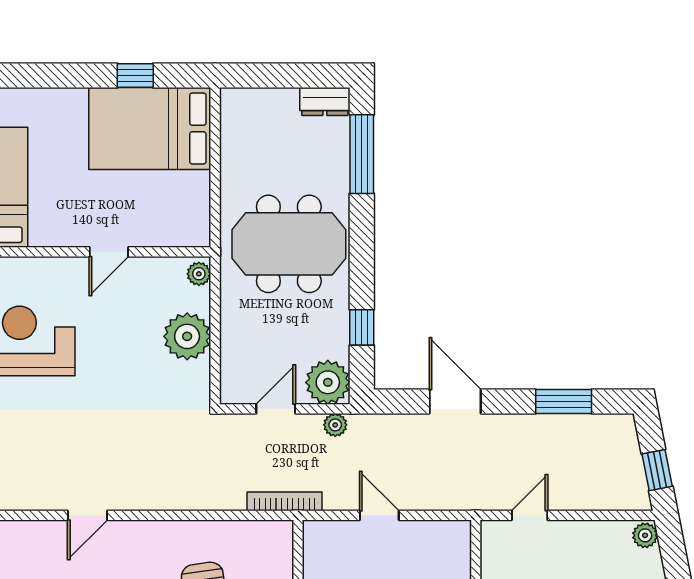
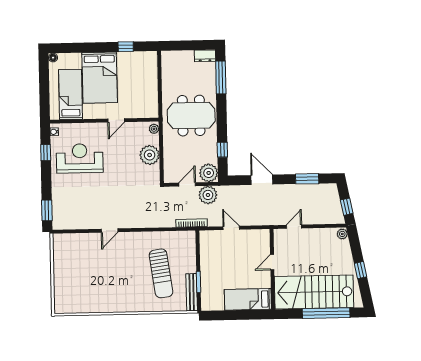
bed: (150, 129) -> (100, 78), moved, turned -90
plant: (335, 425) -> (208, 195), width x1.88, depth x1.88

